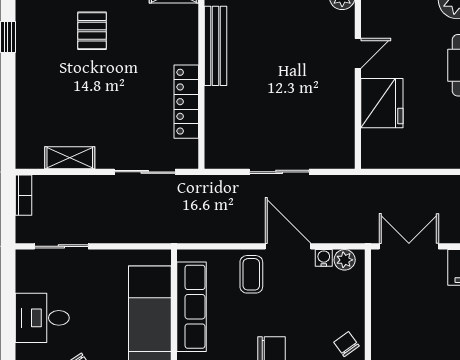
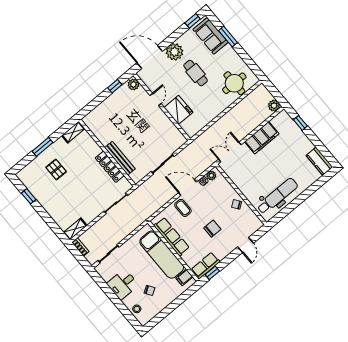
bench: (215, 46) -> (120, 158), moved
shelving: (70, 158) -> (75, 229), moved

